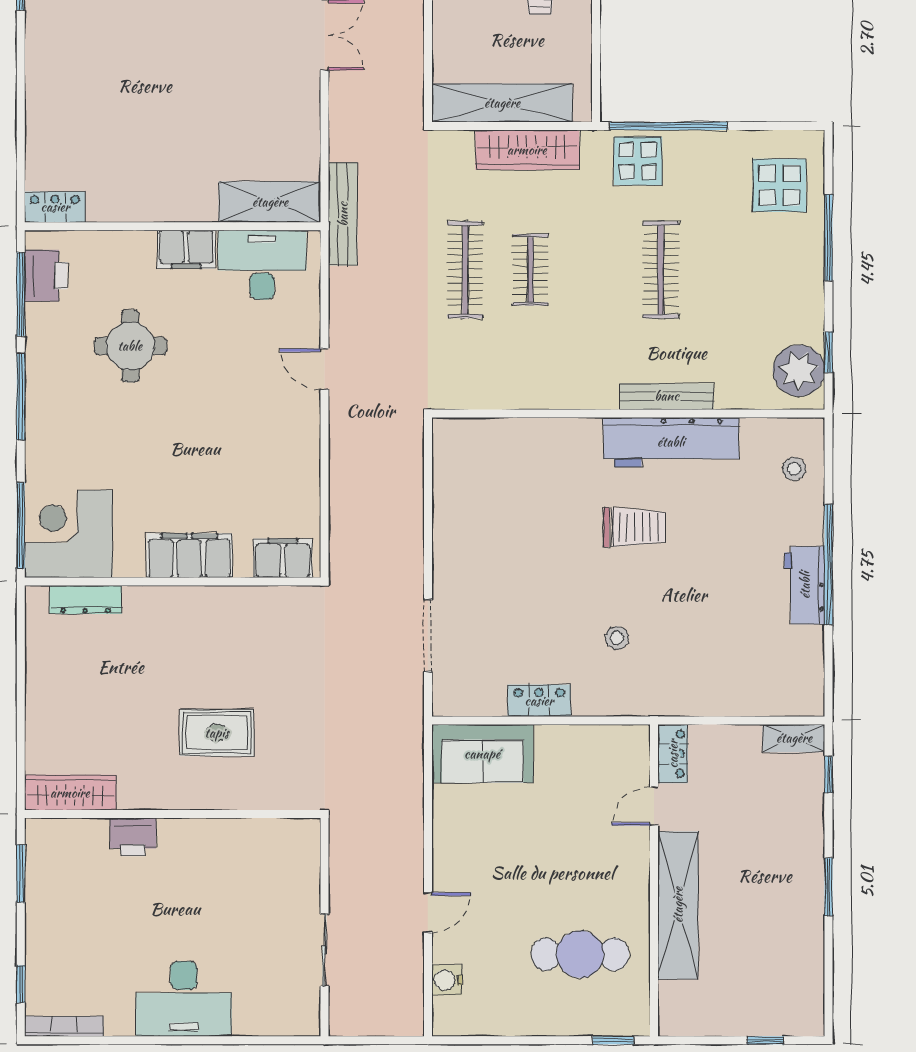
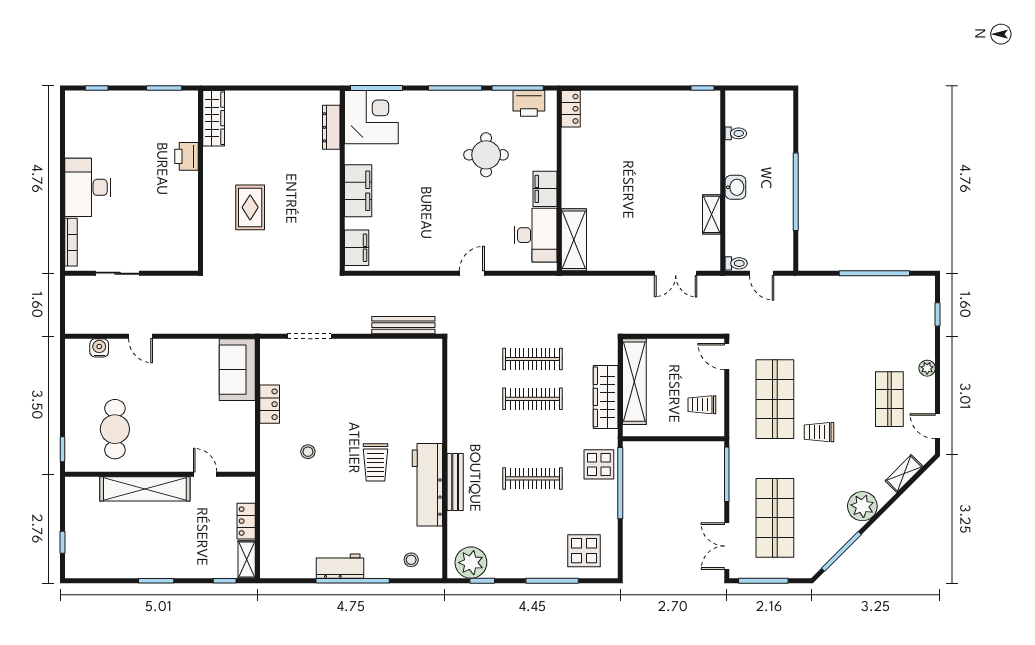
bench: (343, 214) -> (403, 325), moved
clothes rail: (530, 270) -> (533, 399), width x1.36
locker: (673, 754) -> (246, 521), moved, turned 90
bookcase: (64, 1026) -> (71, 242), moved

